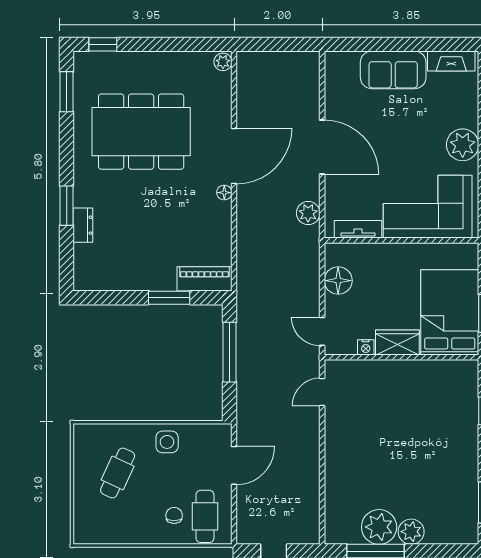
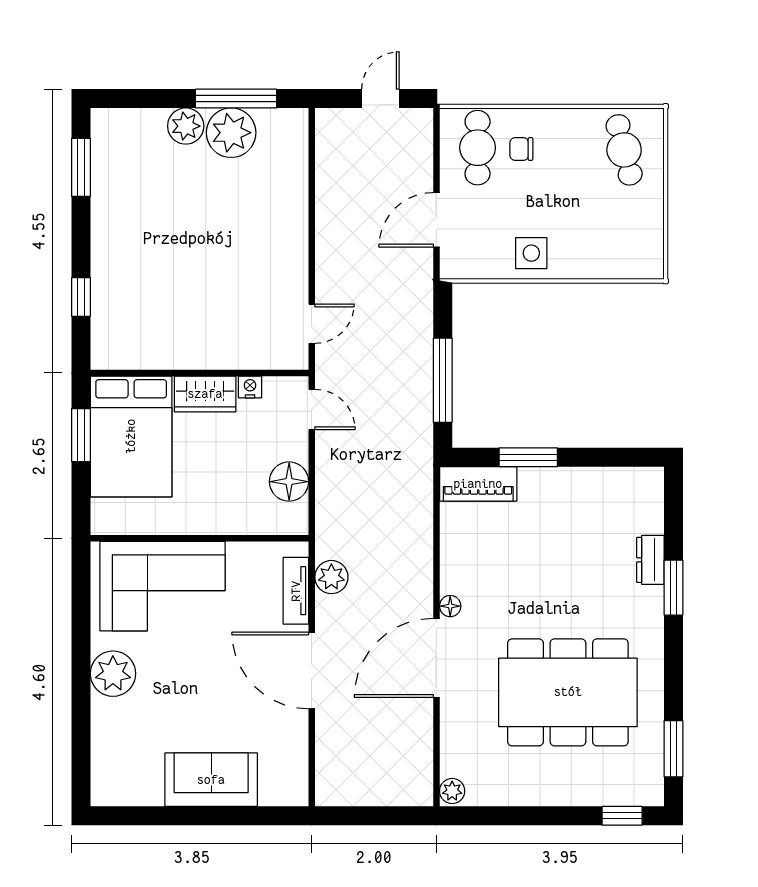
fireplace: (451, 61) -> (129, 792), removed
tv unit: (358, 229) -> (296, 591), moved, turned 90
cafe table: (118, 473) -> (624, 150), moved, turned -39
chair: (174, 515) -> (521, 149), turned 90

